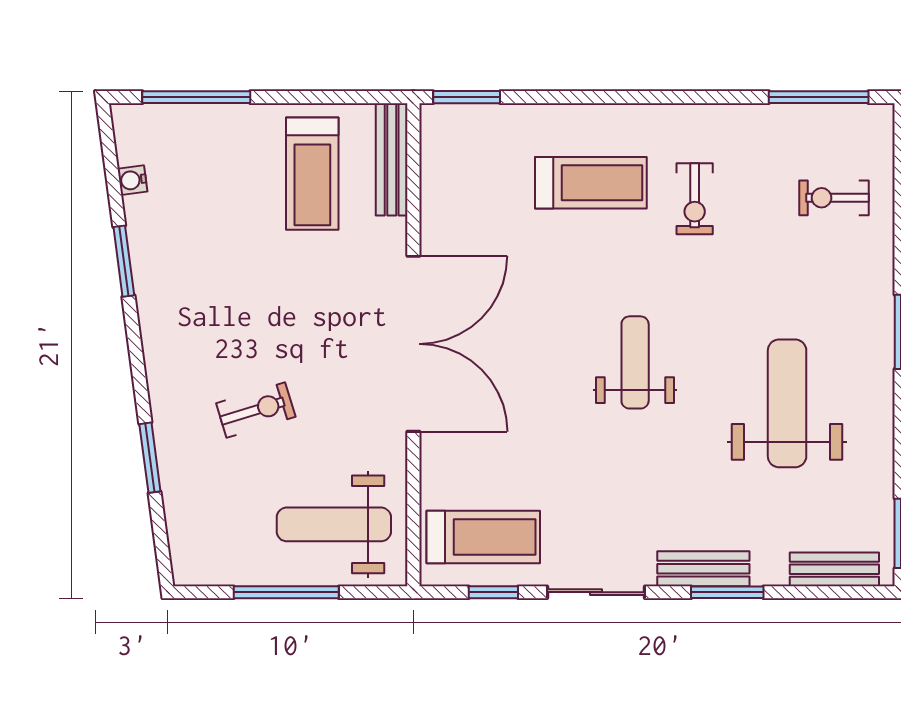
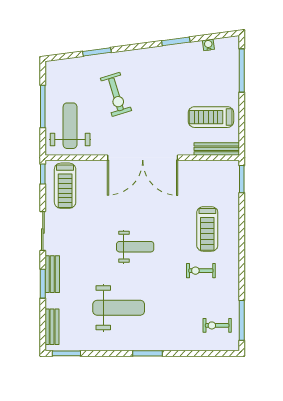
exercise bike: (834, 198) -> (217, 325), moved, turned -90
exercise bike: (256, 410) -> (116, 94), width x1.38, depth x1.39
window: (493, 592) -> (43, 174), moved

